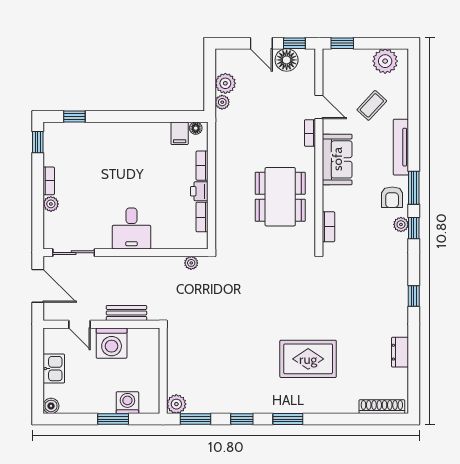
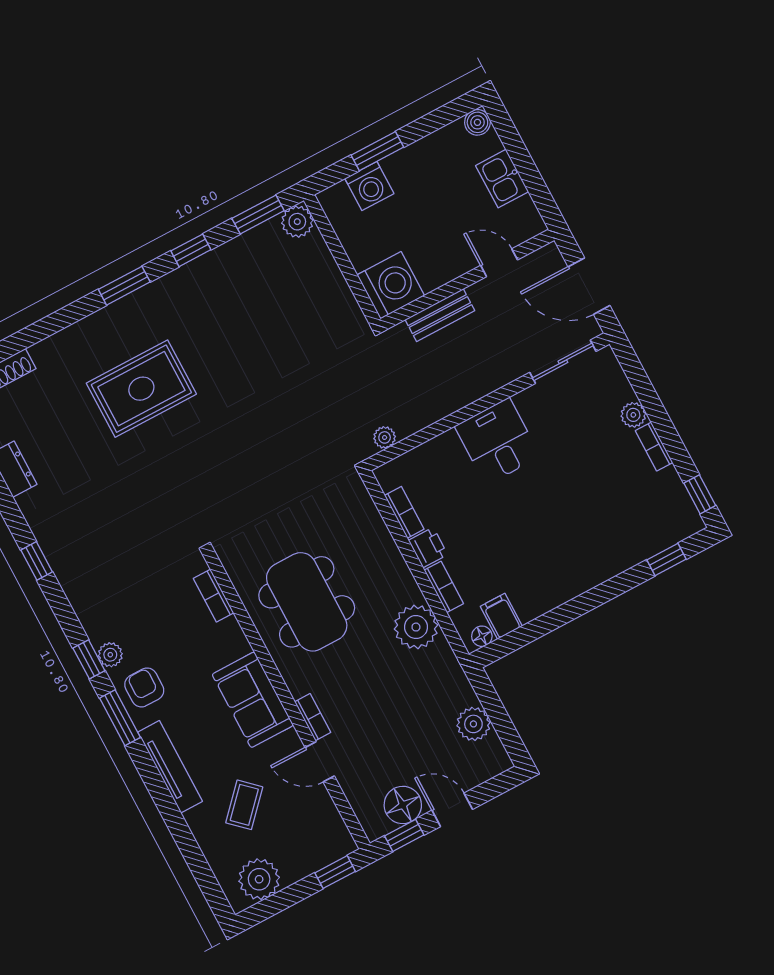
plant: (222, 102) -> (416, 627), moved, width x1.87, depth x1.87
washing machine: (112, 343) -> (391, 285), moved, turned 90

